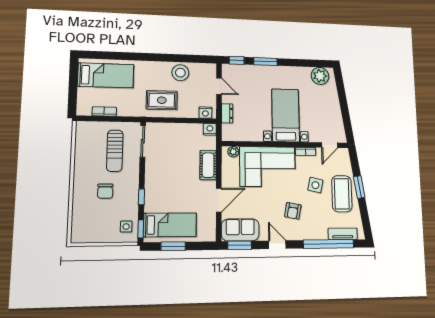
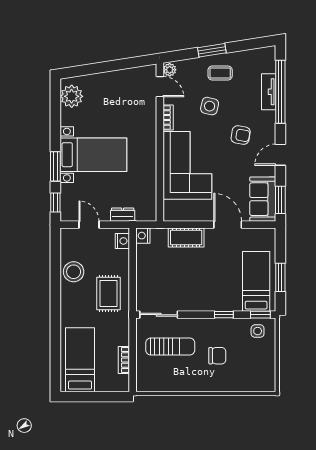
door: (219, 86) -> (89, 225), hinge flipped
bed with nightstands: (286, 115) -> (93, 155), moved, turned 180
plant: (233, 152) -> (170, 70), moved
coffee table: (342, 194) -> (220, 73), width x0.54, depth x0.58
tv unit: (343, 234) -> (269, 92), moved

